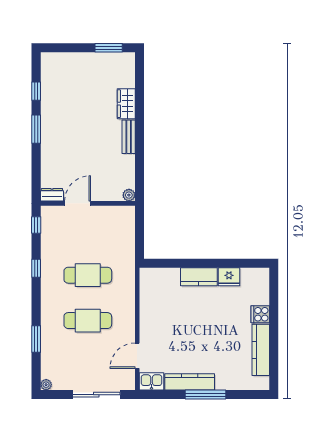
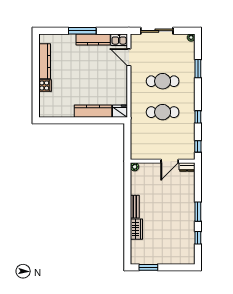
kitchen counter: (199, 277) -> (93, 111), width x1.50
fridge: (229, 277) -> (120, 111), moved
door: (137, 356) -> (129, 57), swing flipped

